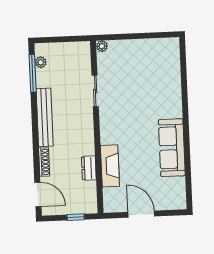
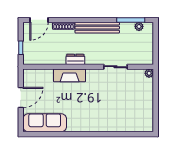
sofa: (172, 148) -> (45, 123), moved
fireplace: (110, 166) -> (70, 75), moved
dresser: (89, 168) -> (75, 59), moved

